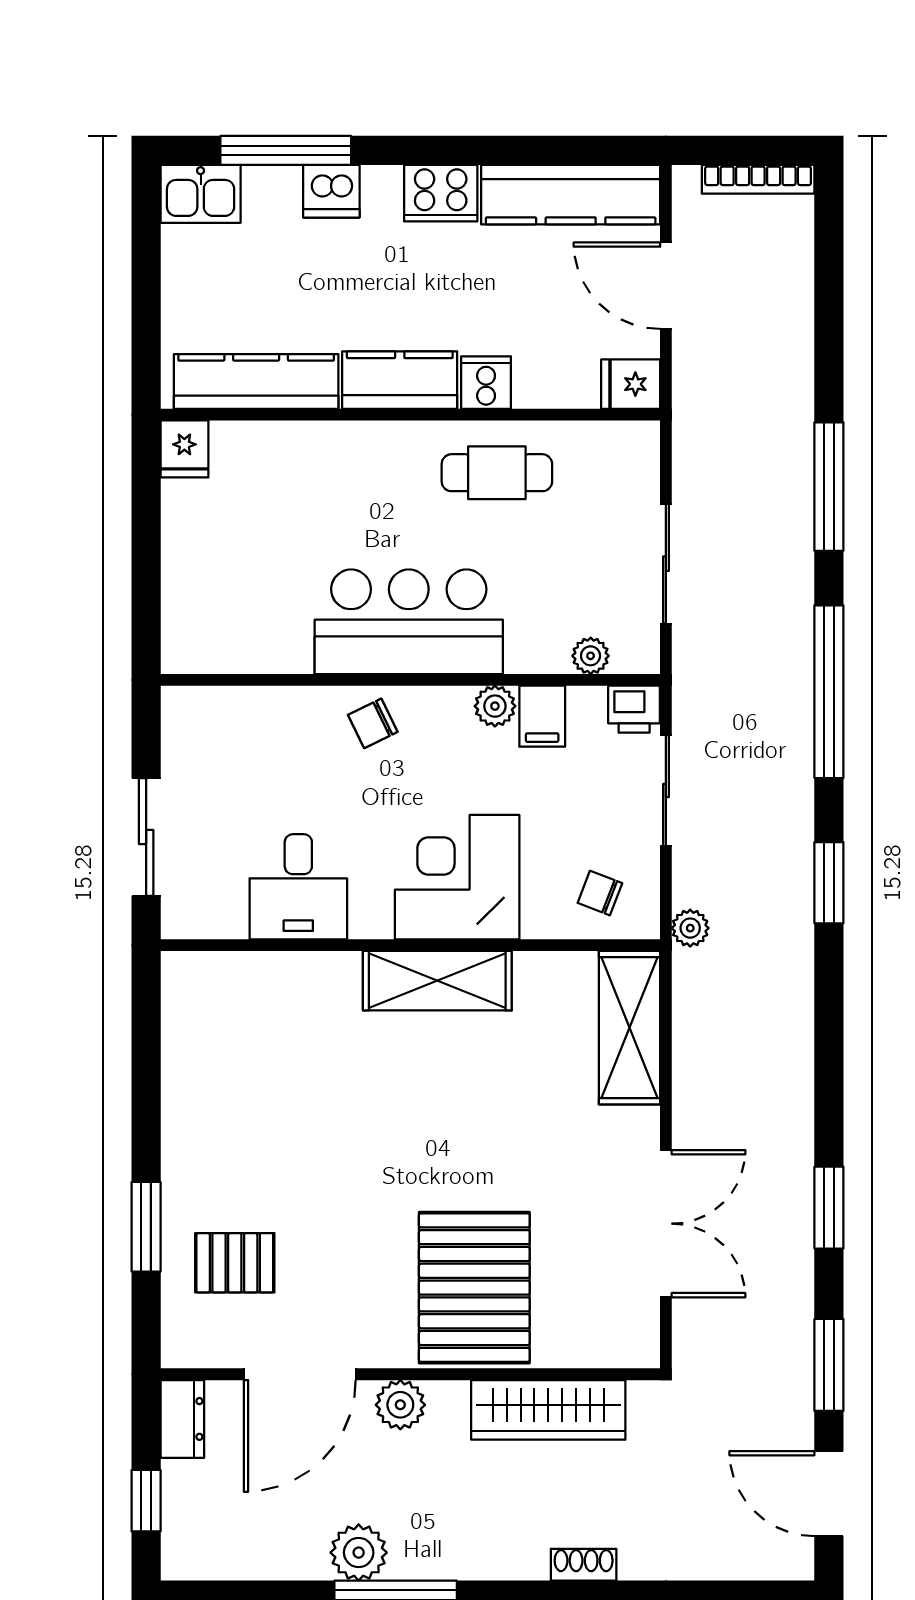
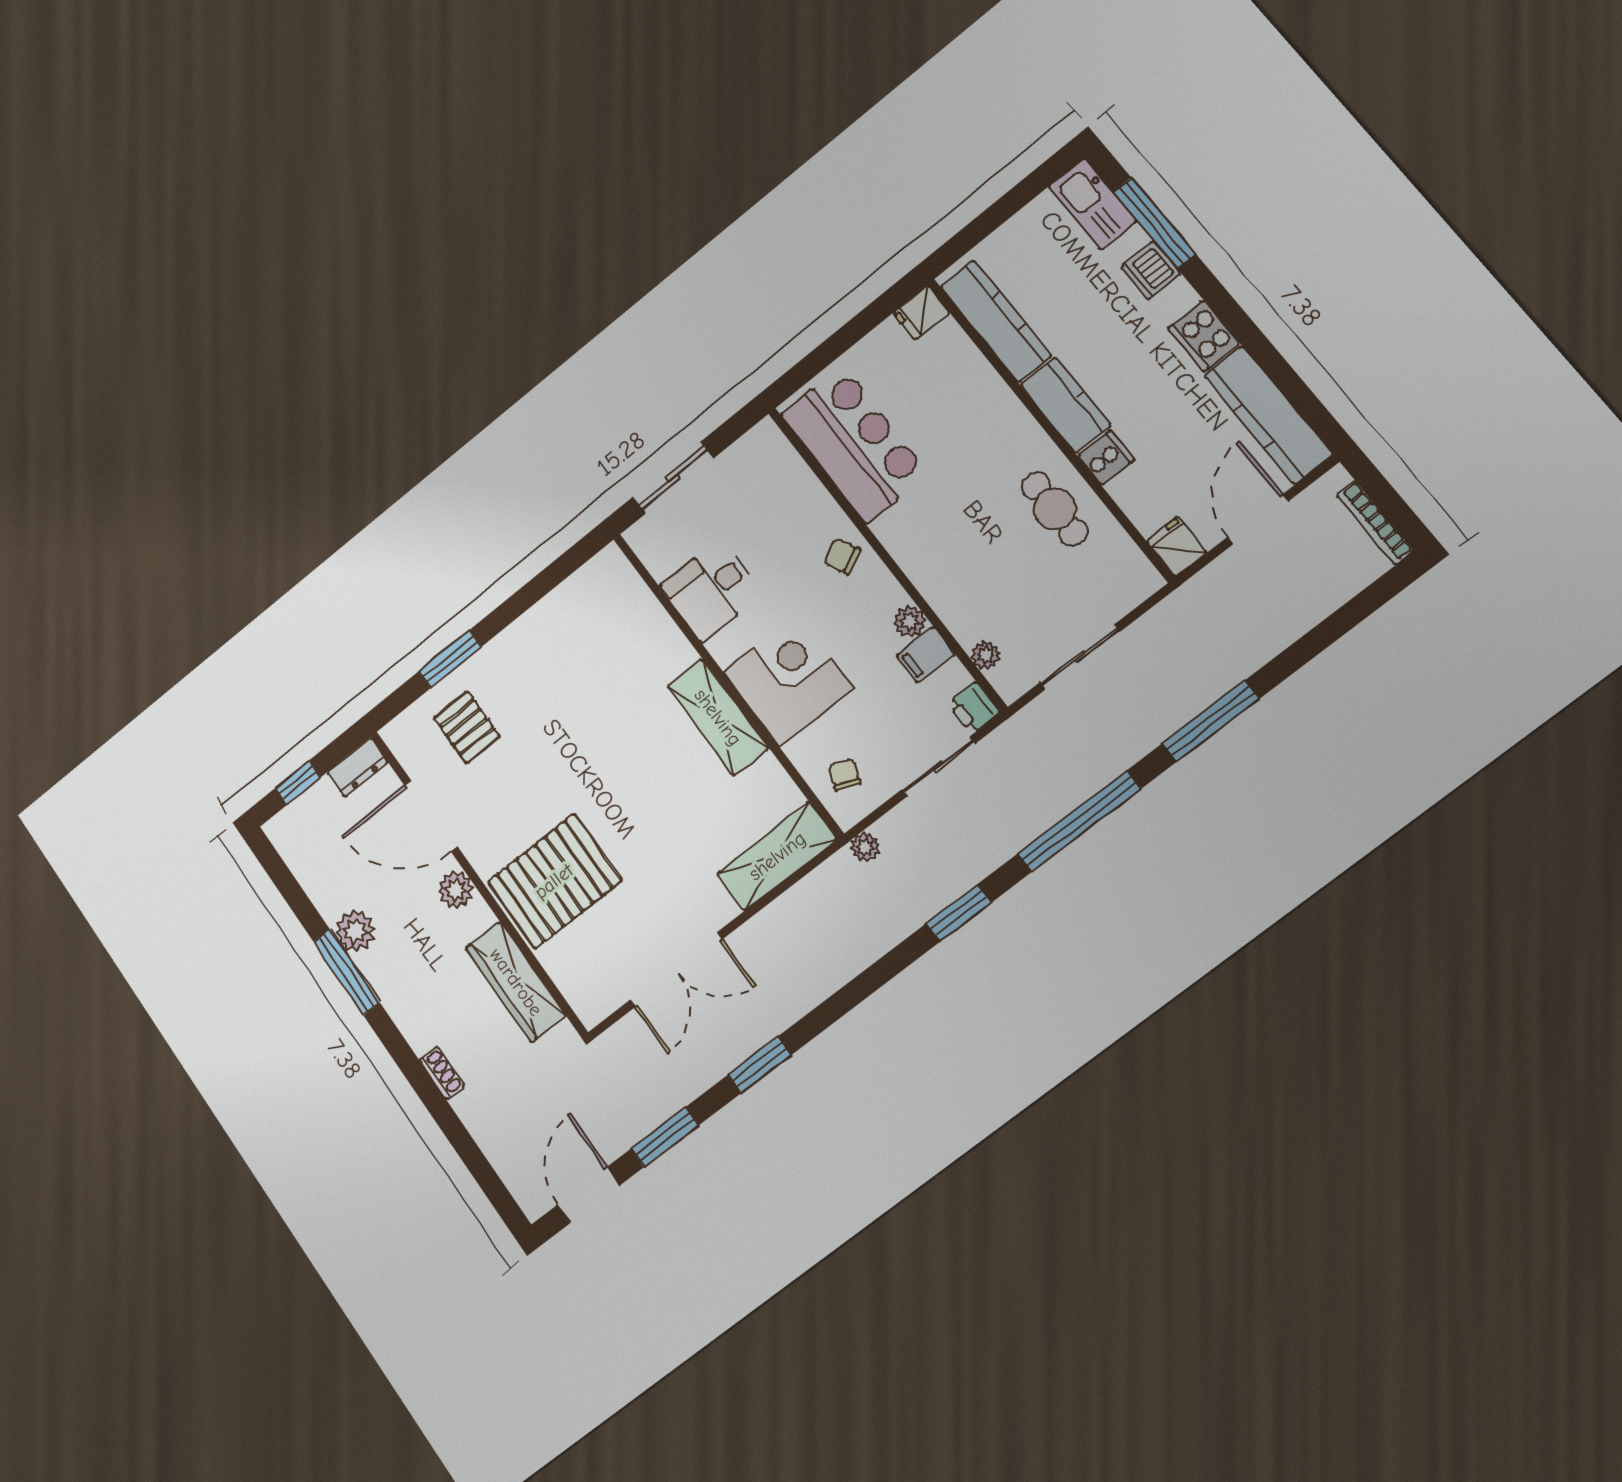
kitchen sink: (201, 194) -> (1093, 204), width x1.38
bar counter: (409, 622) -> (854, 444), moved

